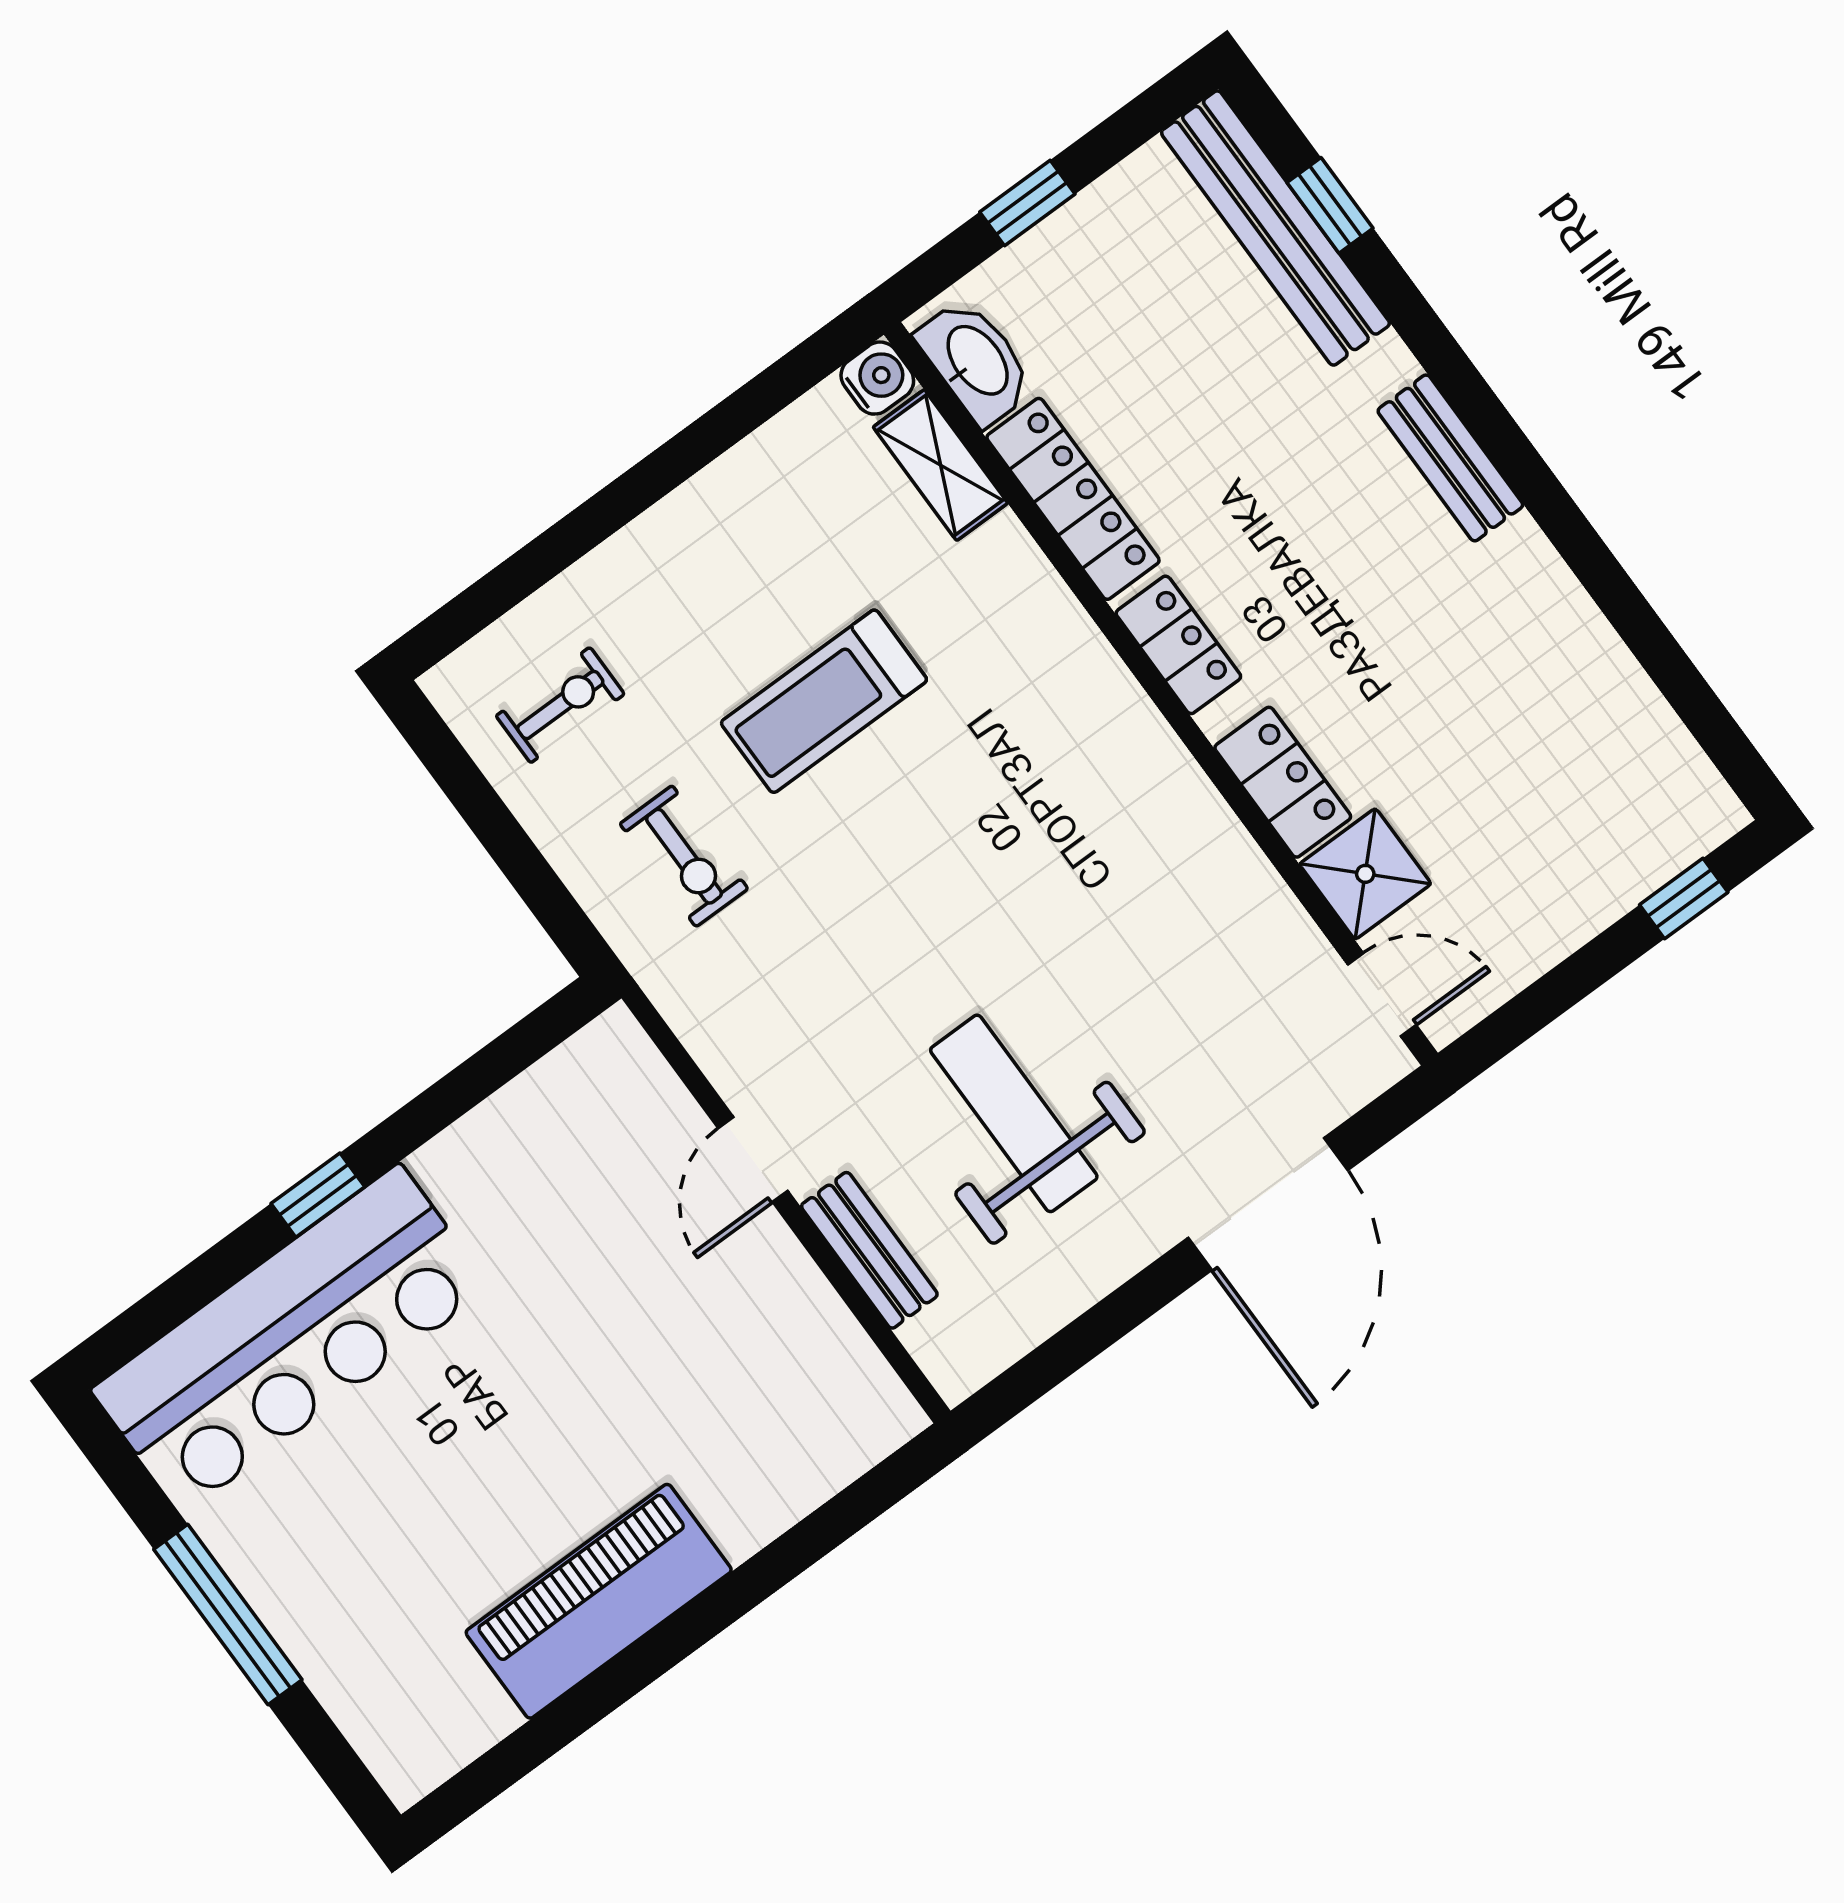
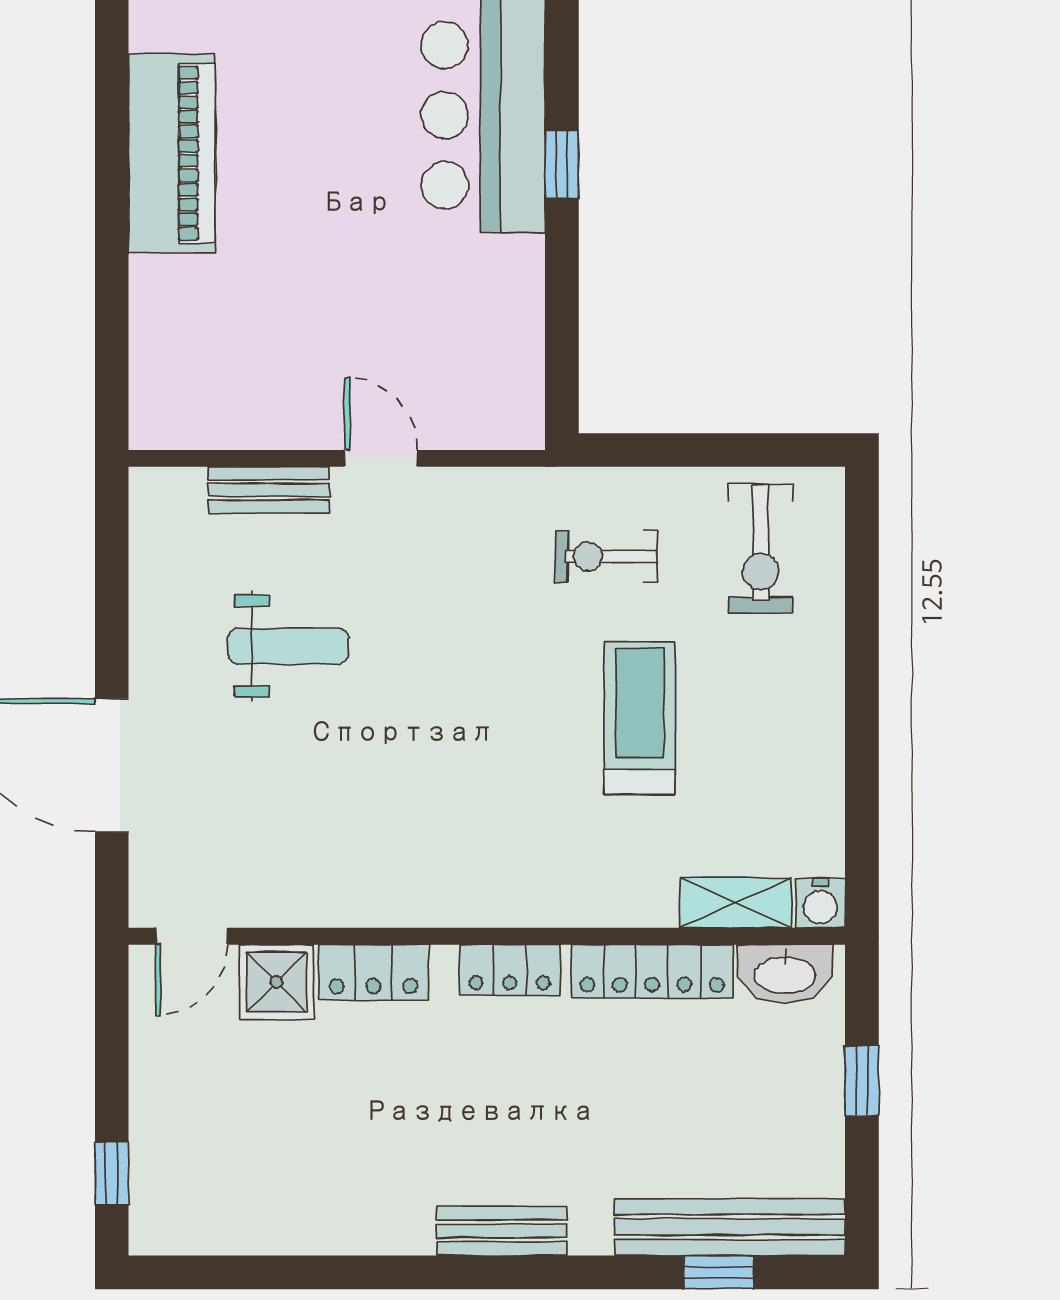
exercise bike: (560, 705) -> (761, 548), width x1.38, depth x1.39
weight bench: (1014, 1113) -> (288, 646), width x0.73, depth x0.75

